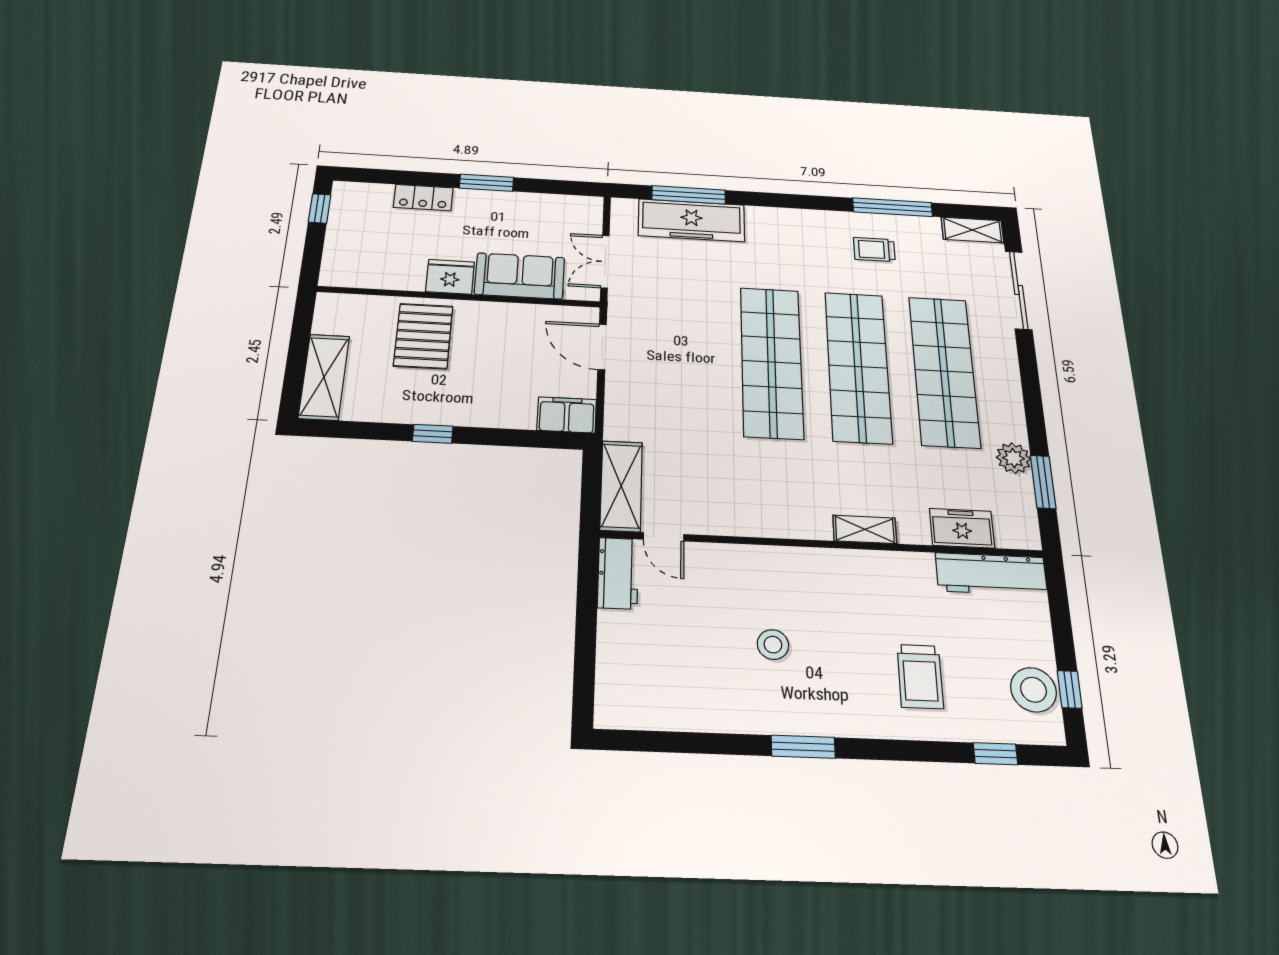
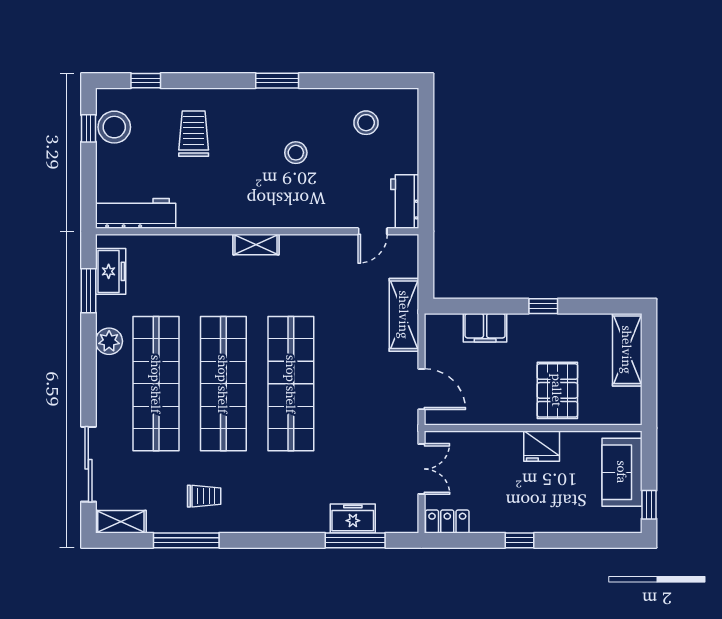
window: (486, 183) -> (520, 540), width x0.67
locker: (423, 198) -> (447, 522), moved
freezer: (691, 220) -> (353, 518), width x0.52, depth x0.79
sofa: (520, 276) -> (622, 472), moved, turned 90
filing cabinet: (567, 415) -> (485, 328), moved
plant: (1013, 458) -> (109, 341), moved
shelving: (621, 486) -> (404, 315), moved
freezer: (962, 528) -> (111, 271), moved, turned -90
shelving: (865, 529) -> (256, 244), moved
door: (664, 537) -> (373, 231), swing flipped
stool: (672, 682) -> (366, 123), added

